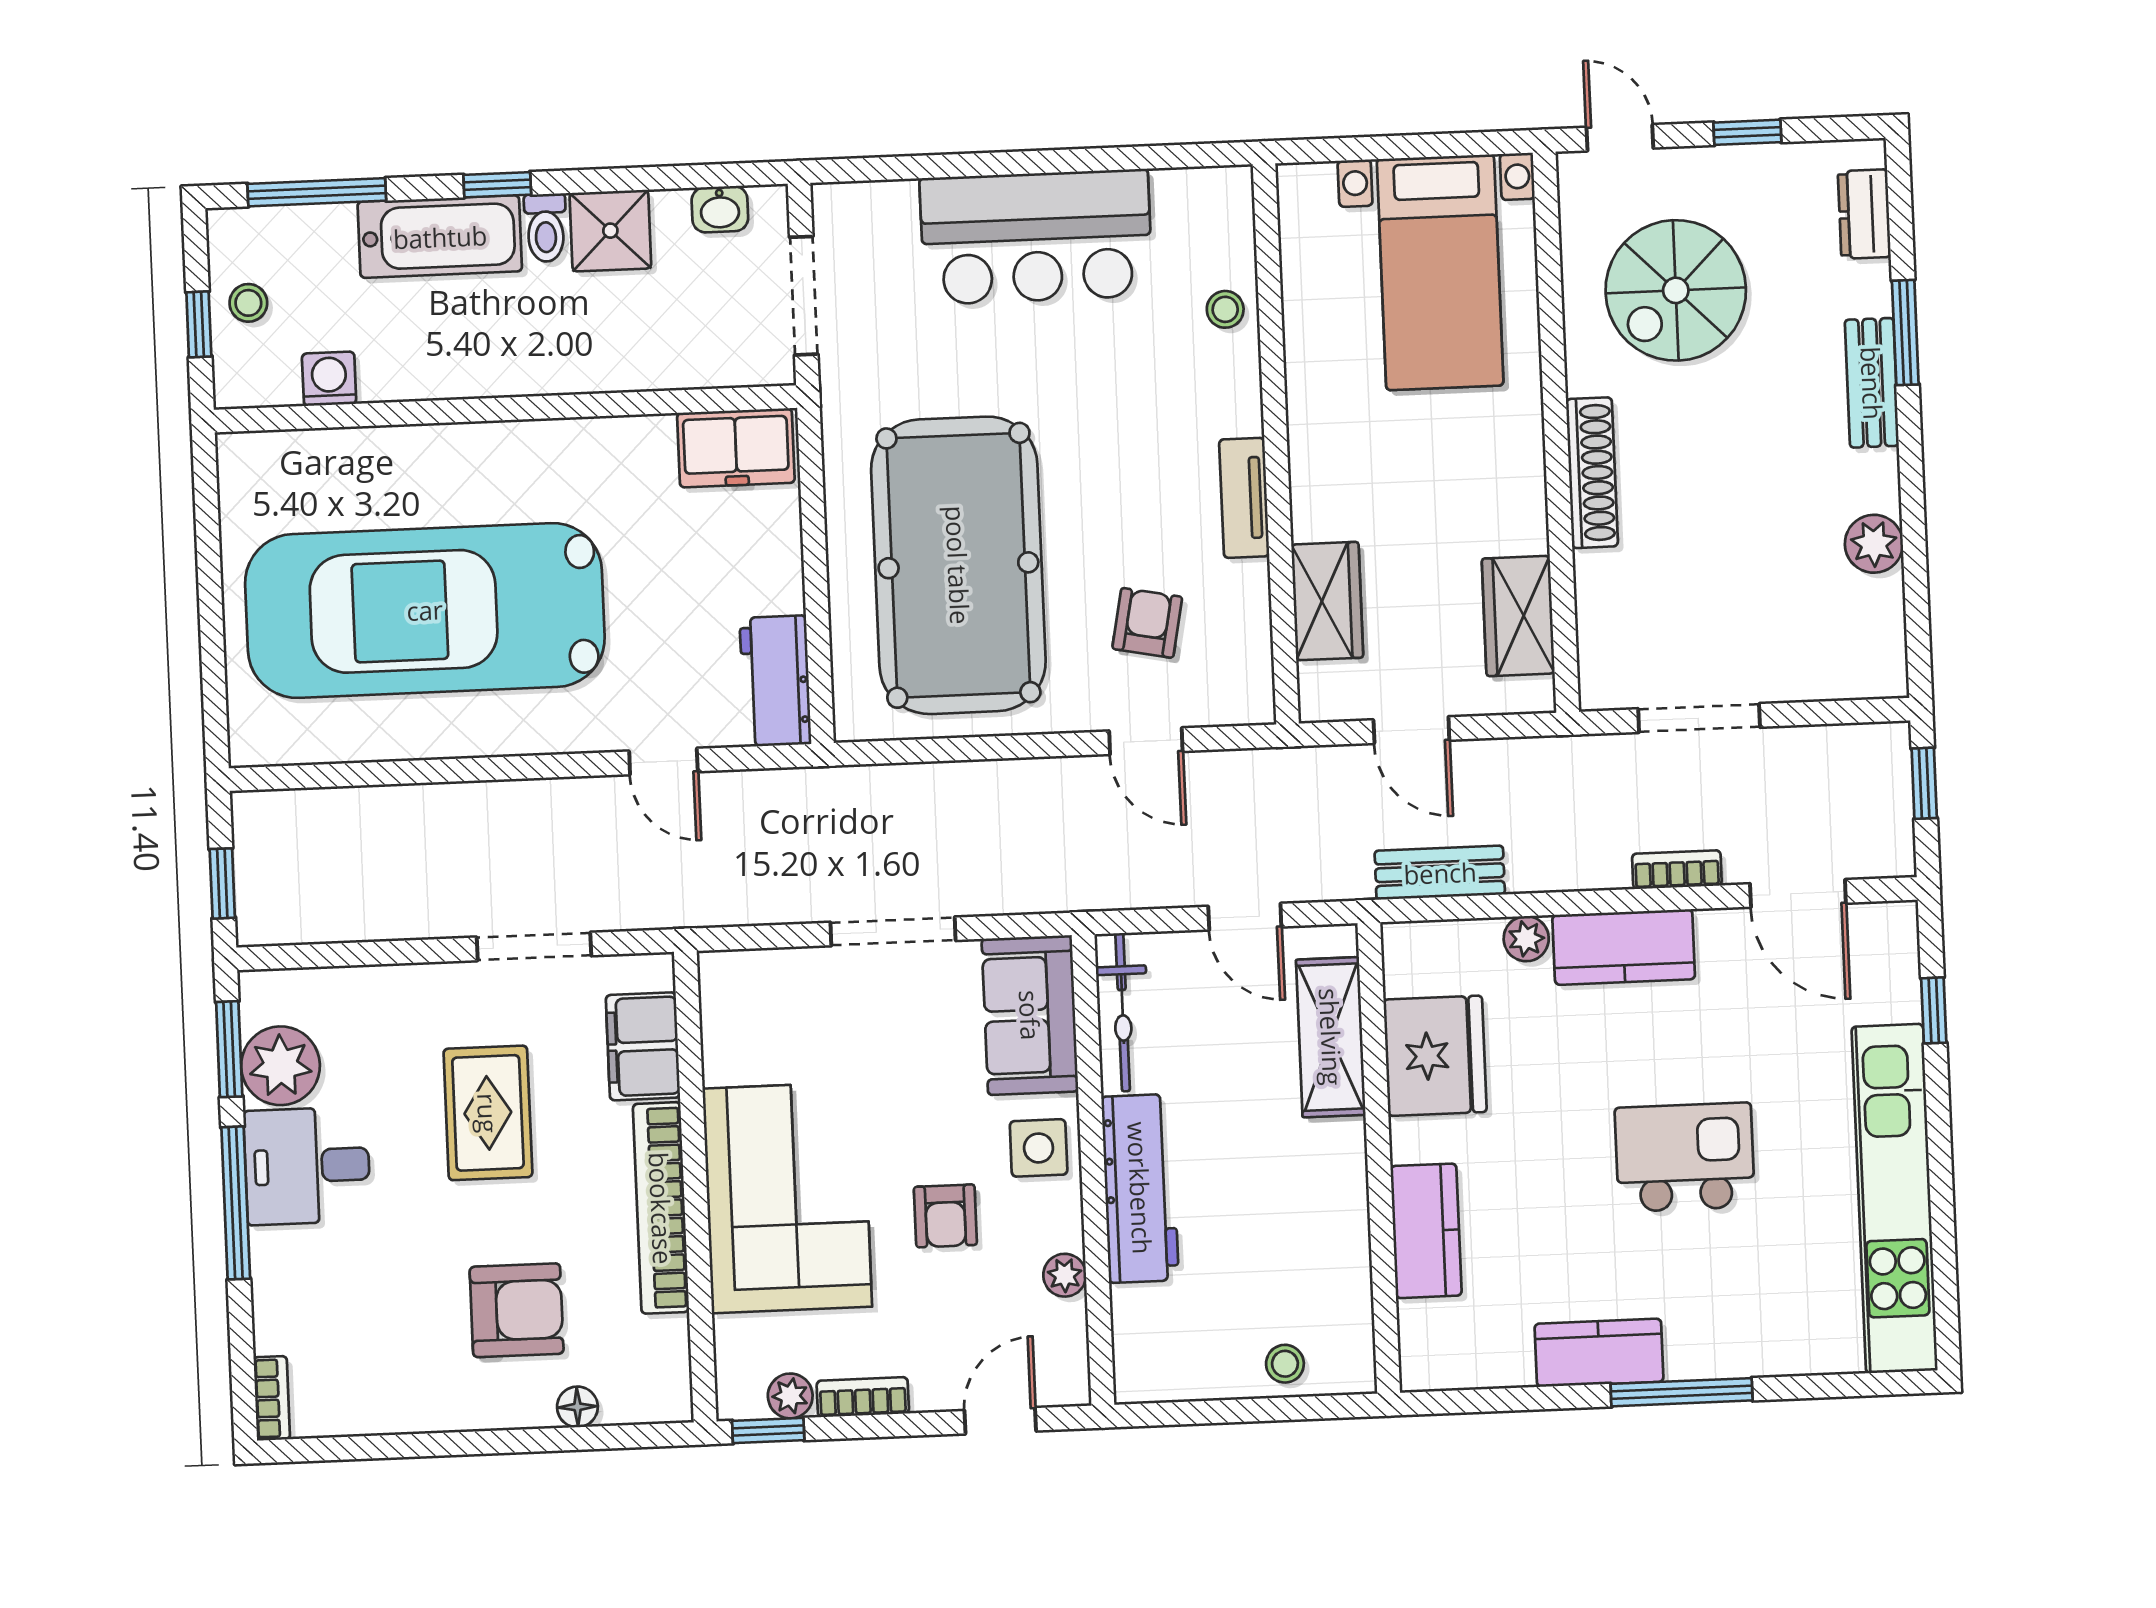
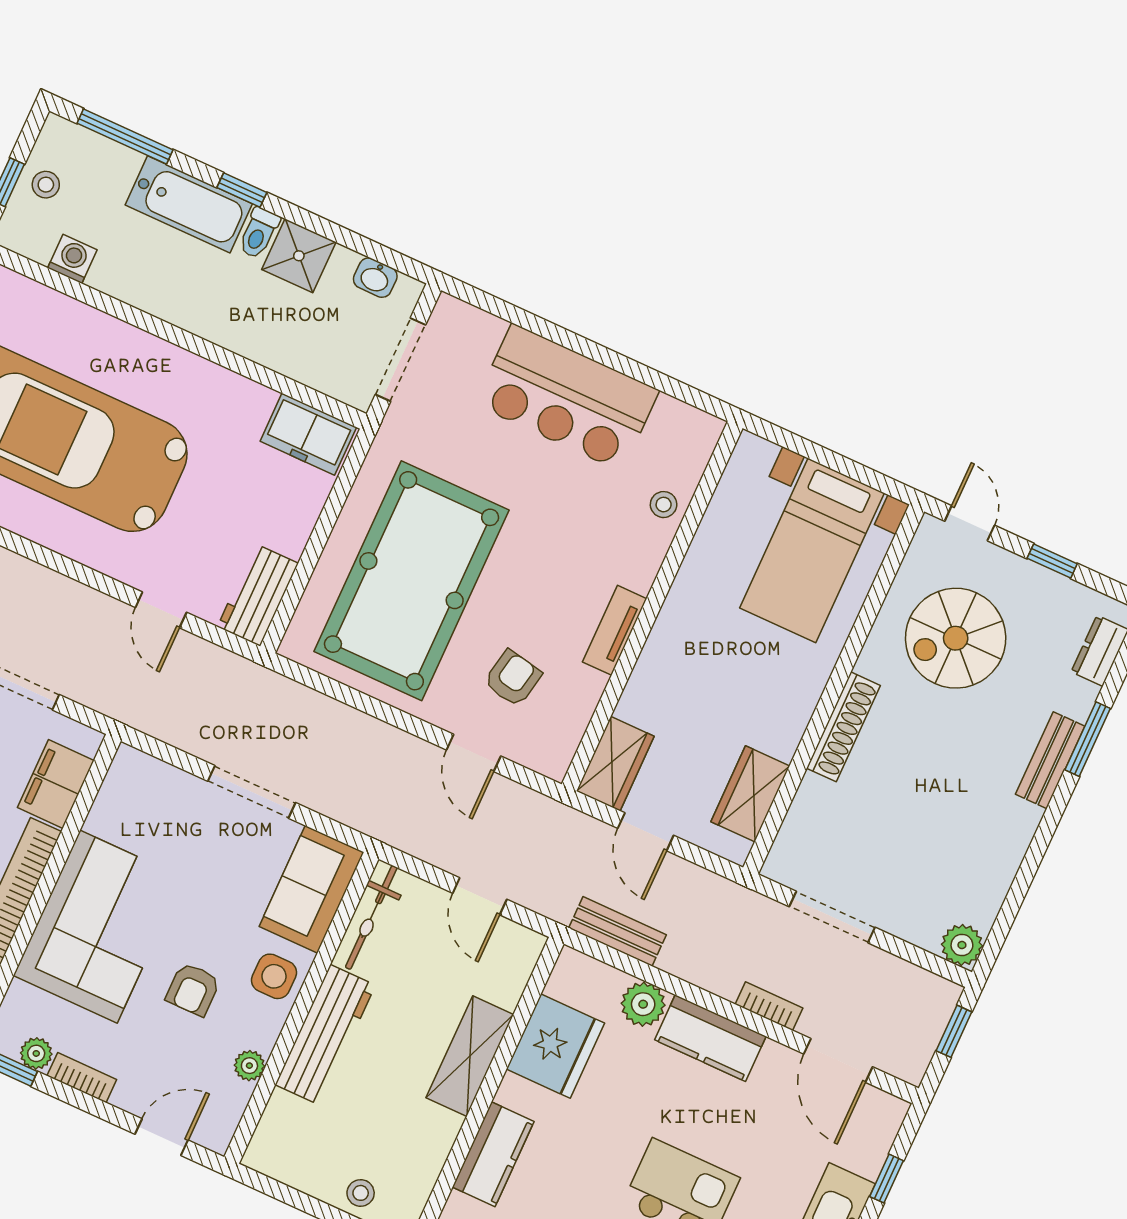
plant: (1874, 544) -> (962, 945), moved
wardrobe: (1327, 601) -> (615, 764), moved
plant: (1526, 939) -> (643, 1004), width x1.38, depth x1.38
shelving: (1331, 1037) -> (470, 1056), moved

